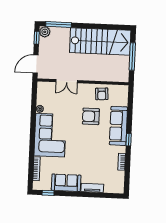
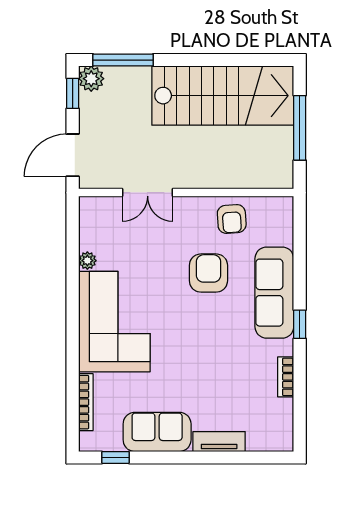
armchair: (91, 116) -> (208, 273), turned 90

